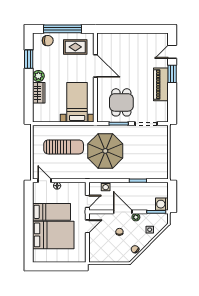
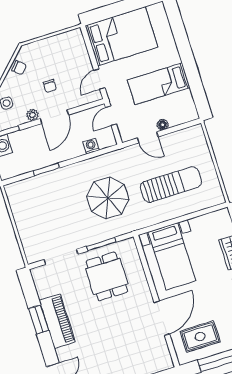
door: (95, 66) -> (162, 318), swing flipped
window: (172, 74) -> (39, 320), moved
sun lounger: (64, 147) -> (171, 185), turned 180
parasol: (105, 151) -> (108, 198), width x0.73, depth x0.73
door: (44, 181) -> (148, 137), moved
door: (123, 212) -> (54, 117), hinge flipped
bed: (53, 235) -> (121, 36), moved, turned 180

